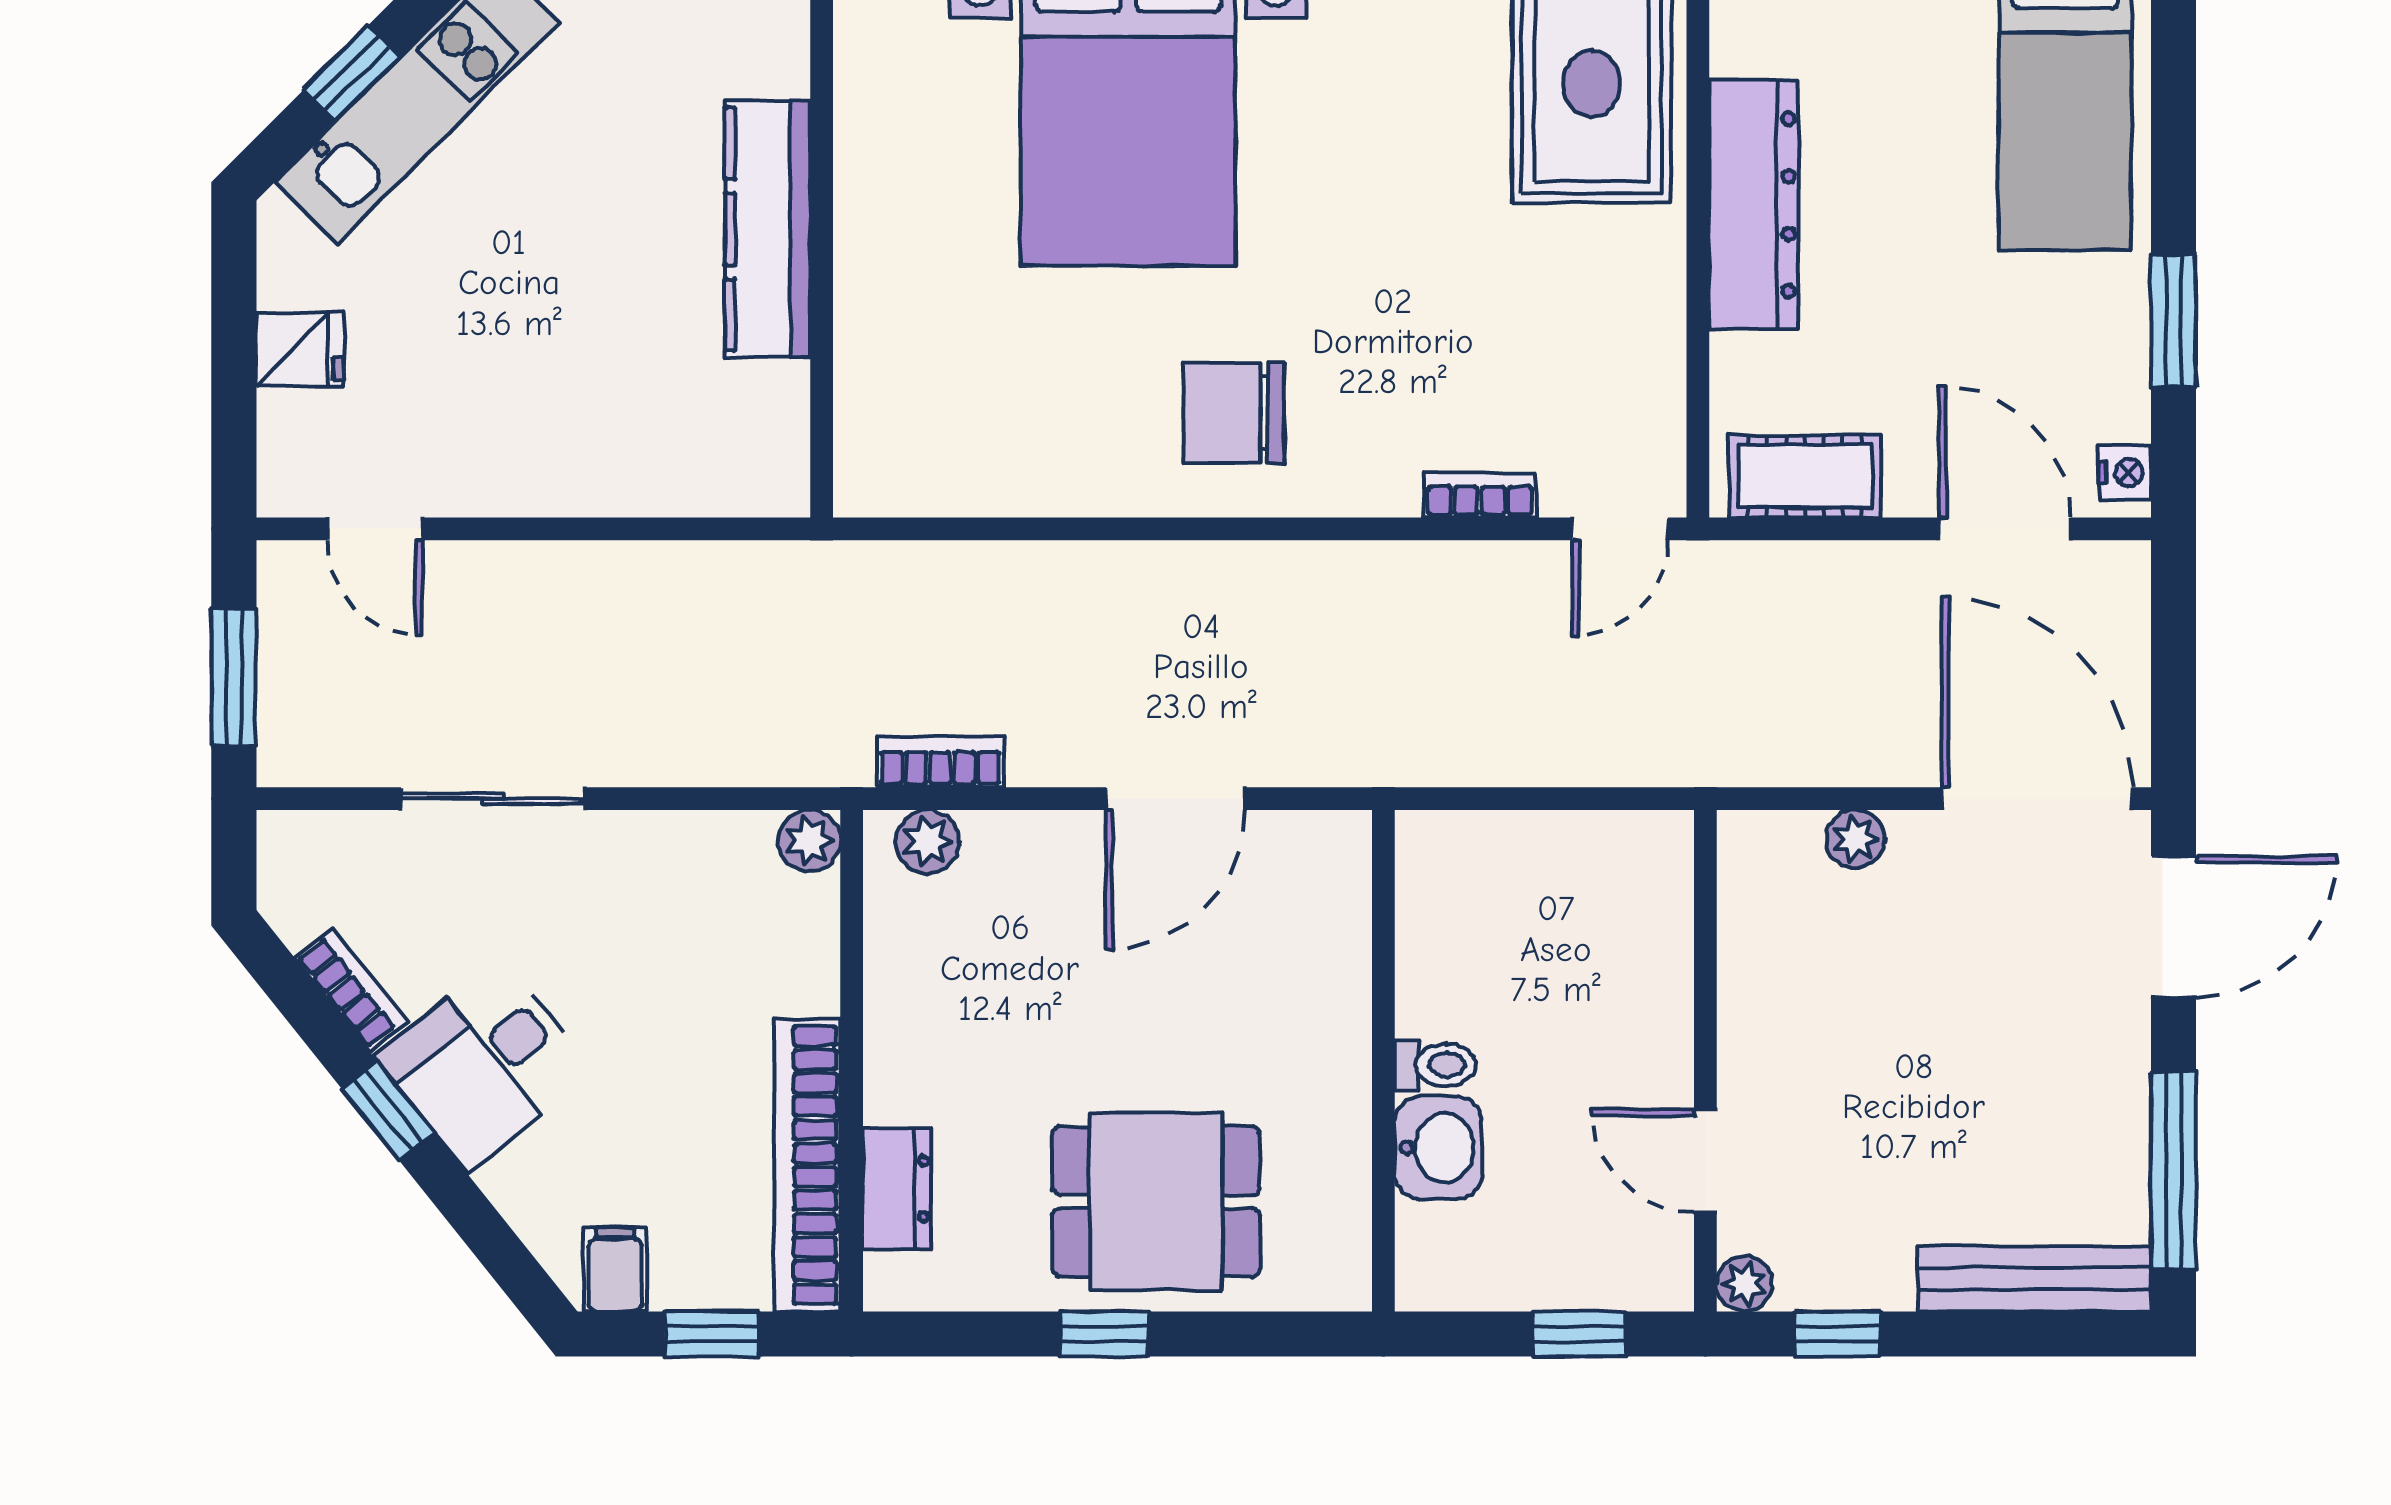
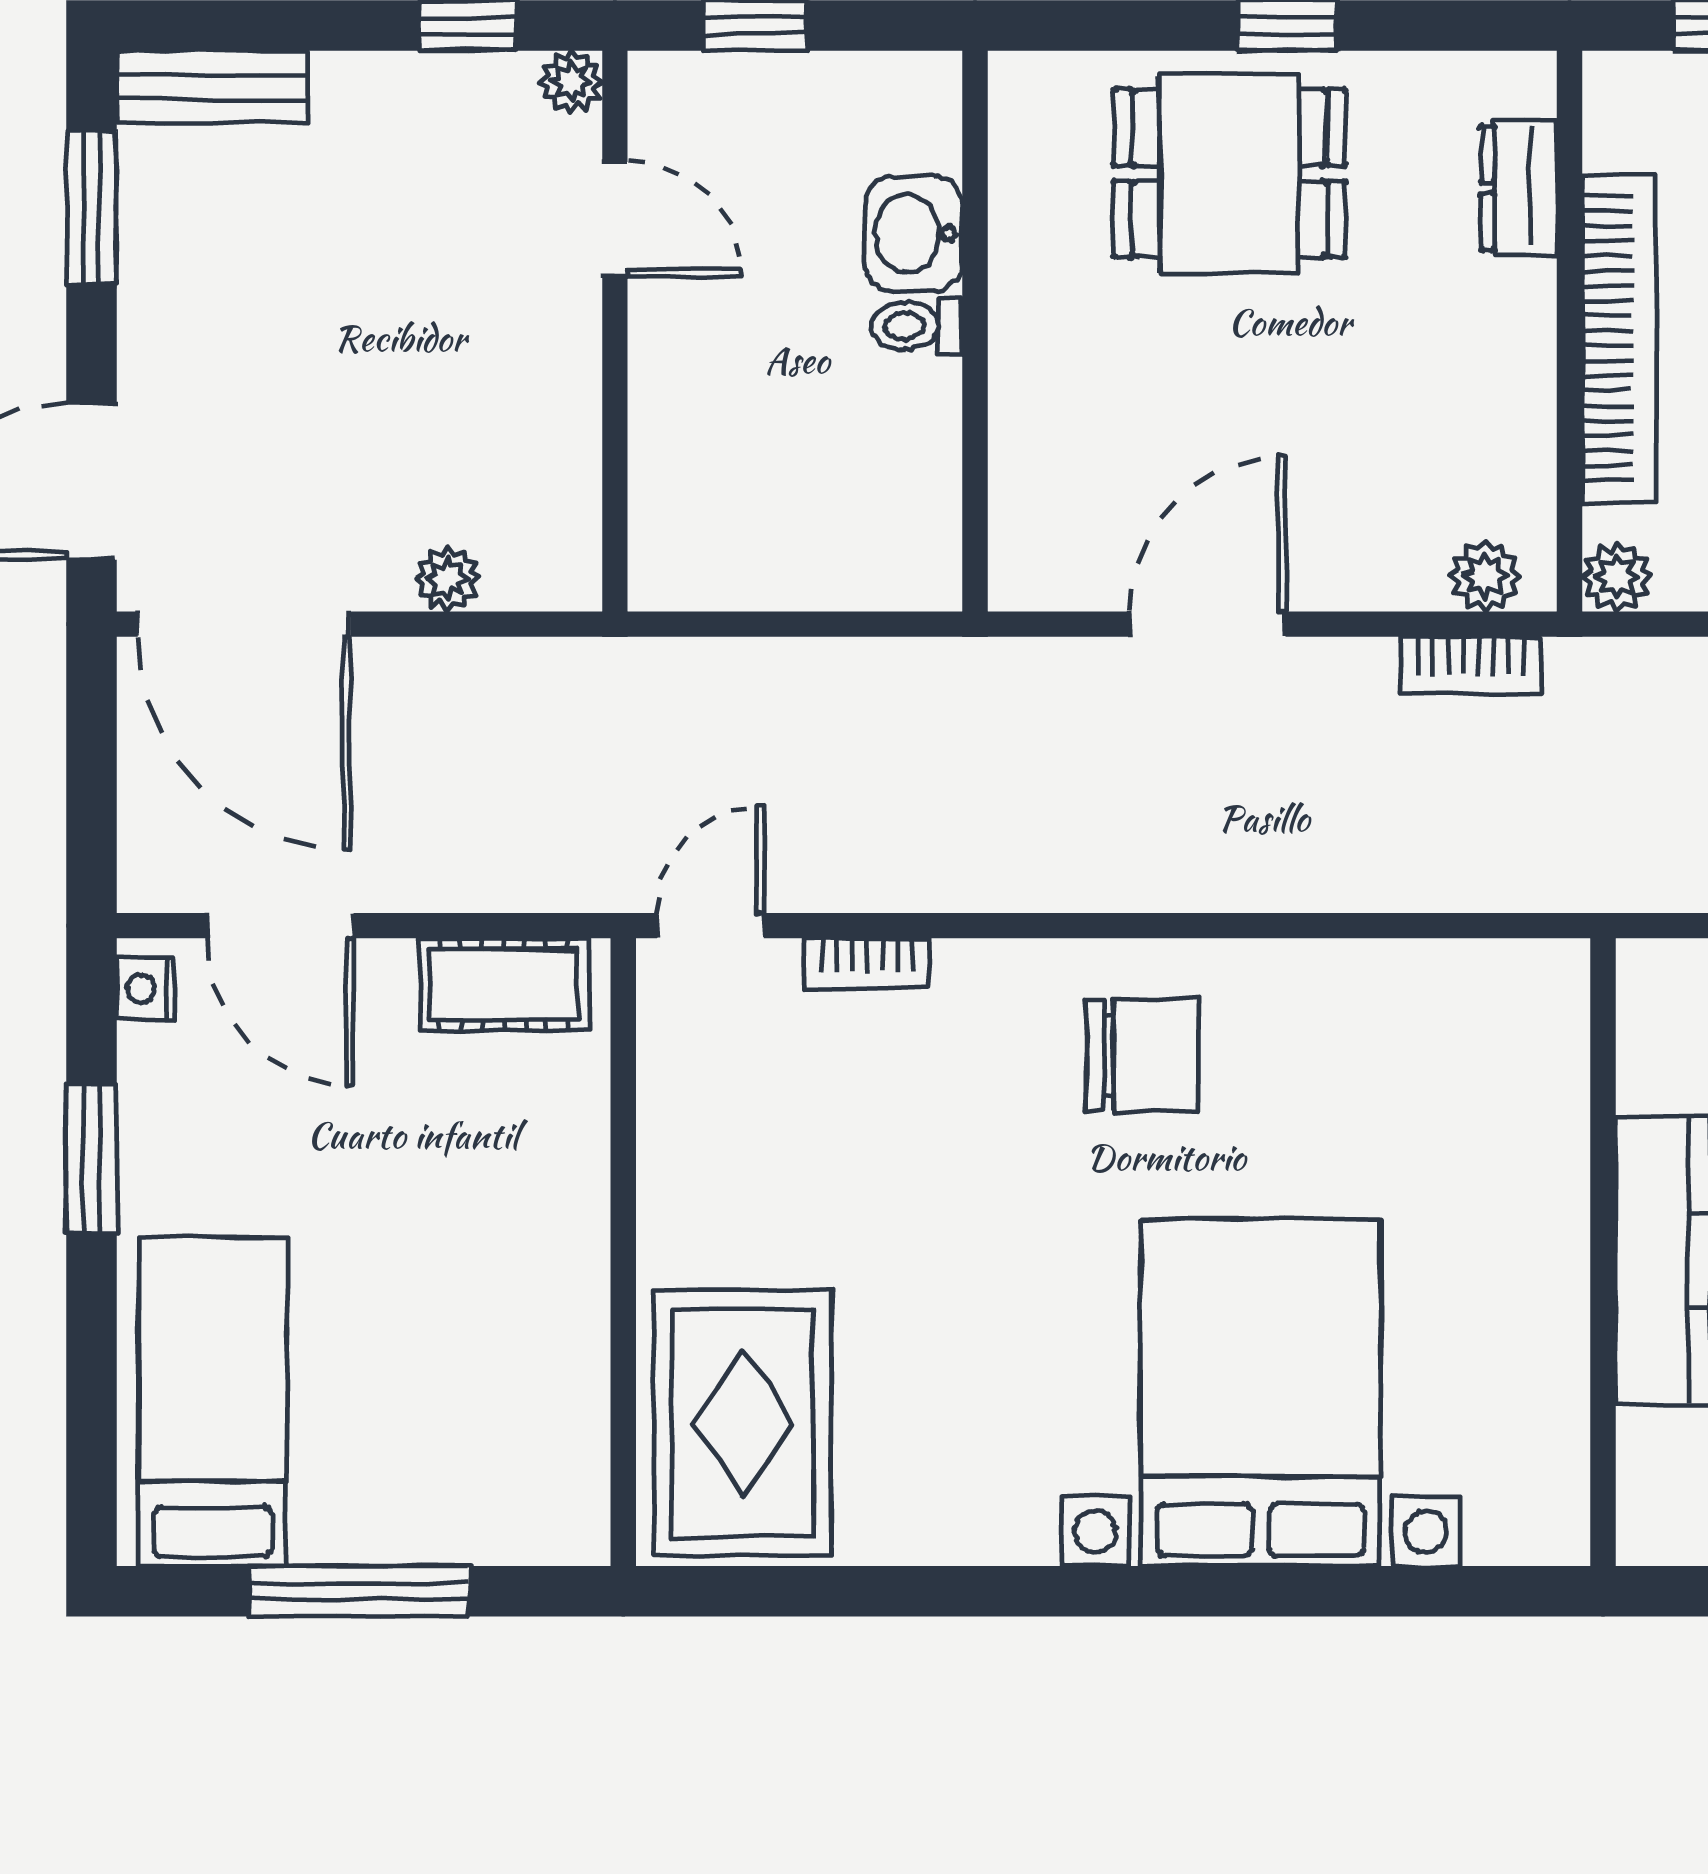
dresser: (1754, 205) -> (561, 1288), removed
bookcase: (807, 1165) -> (1619, 338), moved
window: (2174, 1171) -> (92, 208), width x0.69
bench: (2034, 1279) -> (212, 87), width x0.73

